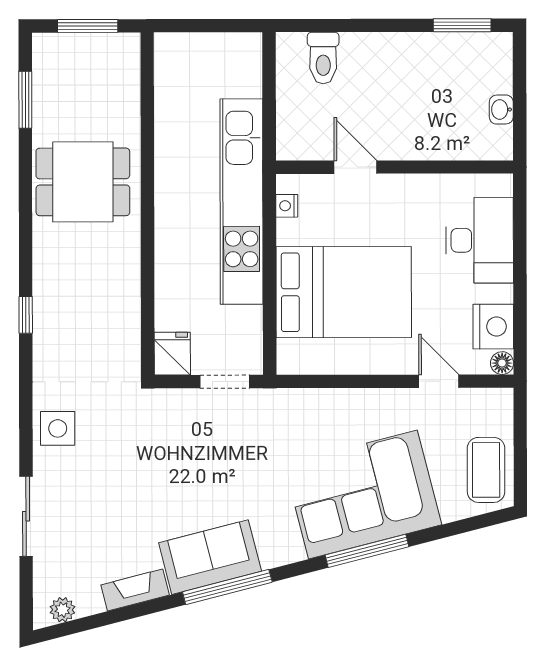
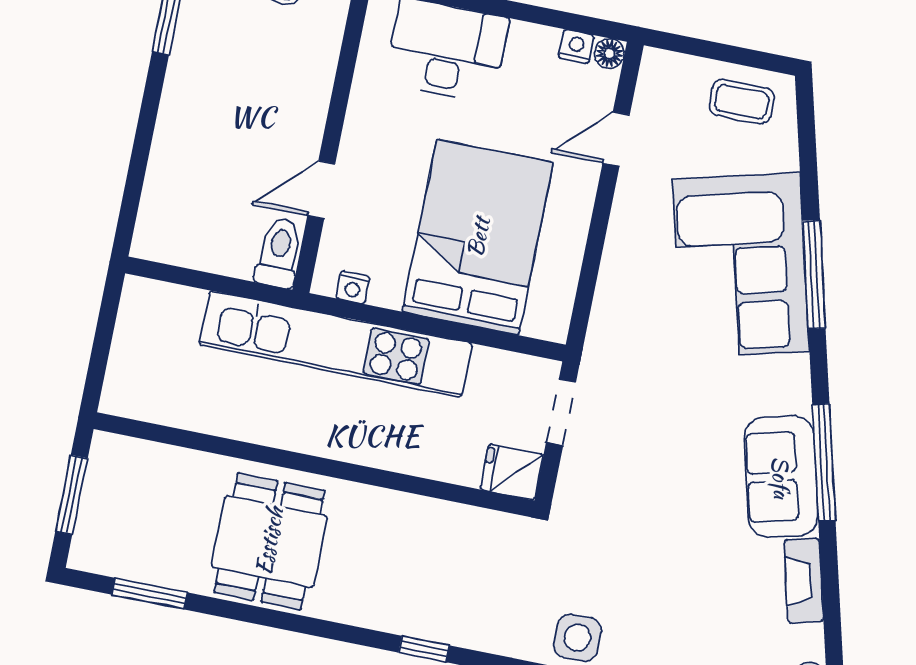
toilet: (323, 58) -> (279, 253), moved, turned -90
nightstand: (493, 327) -> (576, 47), width x0.53, depth x0.56
coffee table: (486, 470) -> (742, 102), width x0.73, depth x0.77

